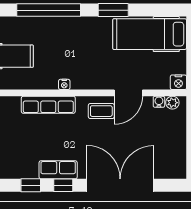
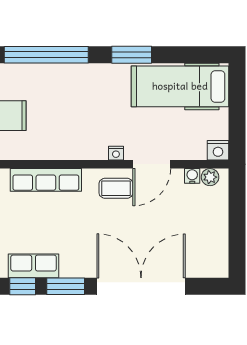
nightstand: (64, 84) -> (116, 153), moved
row of seats: (58, 170) -> (34, 266), moved
window: (63, 185) -> (66, 286), width x1.50

